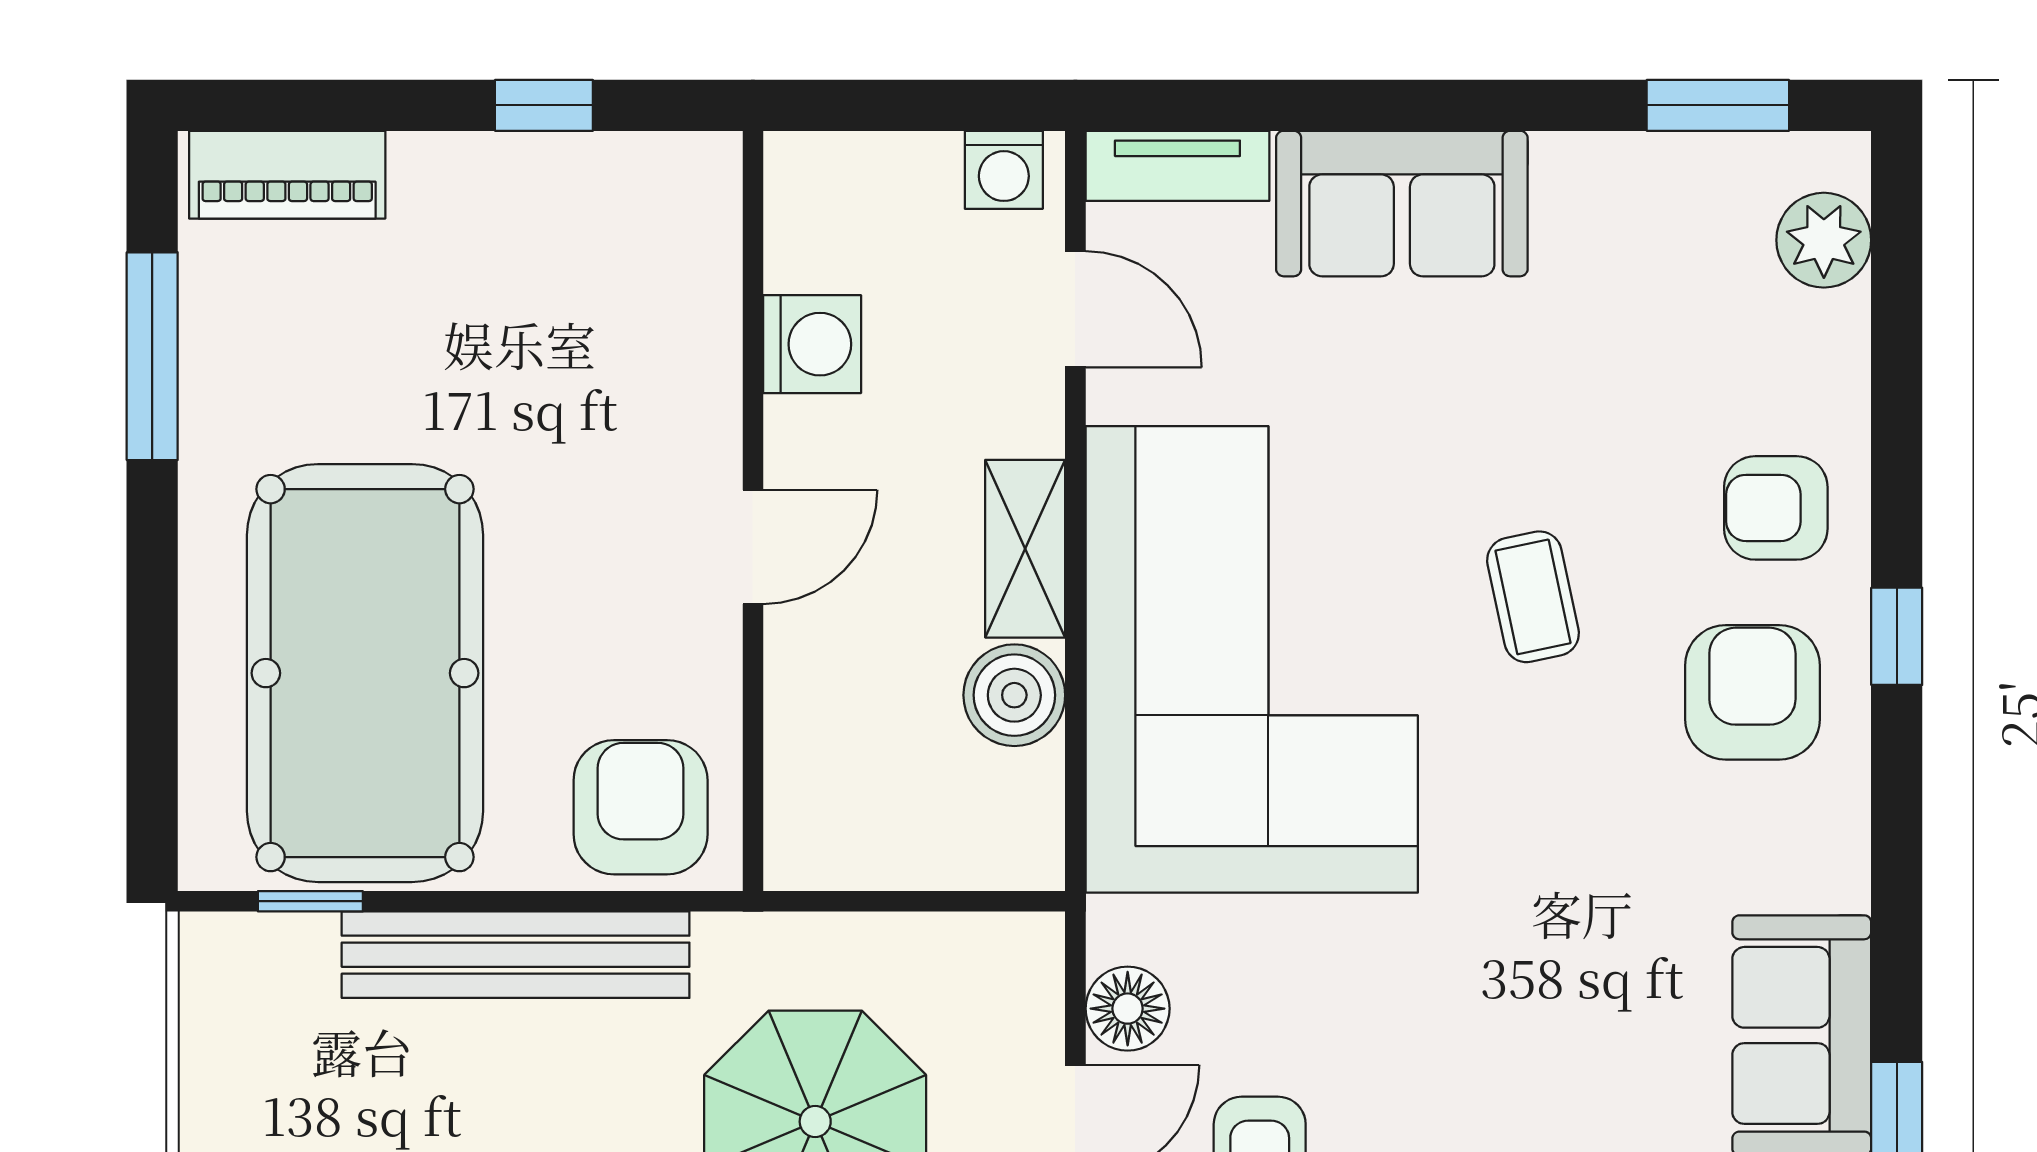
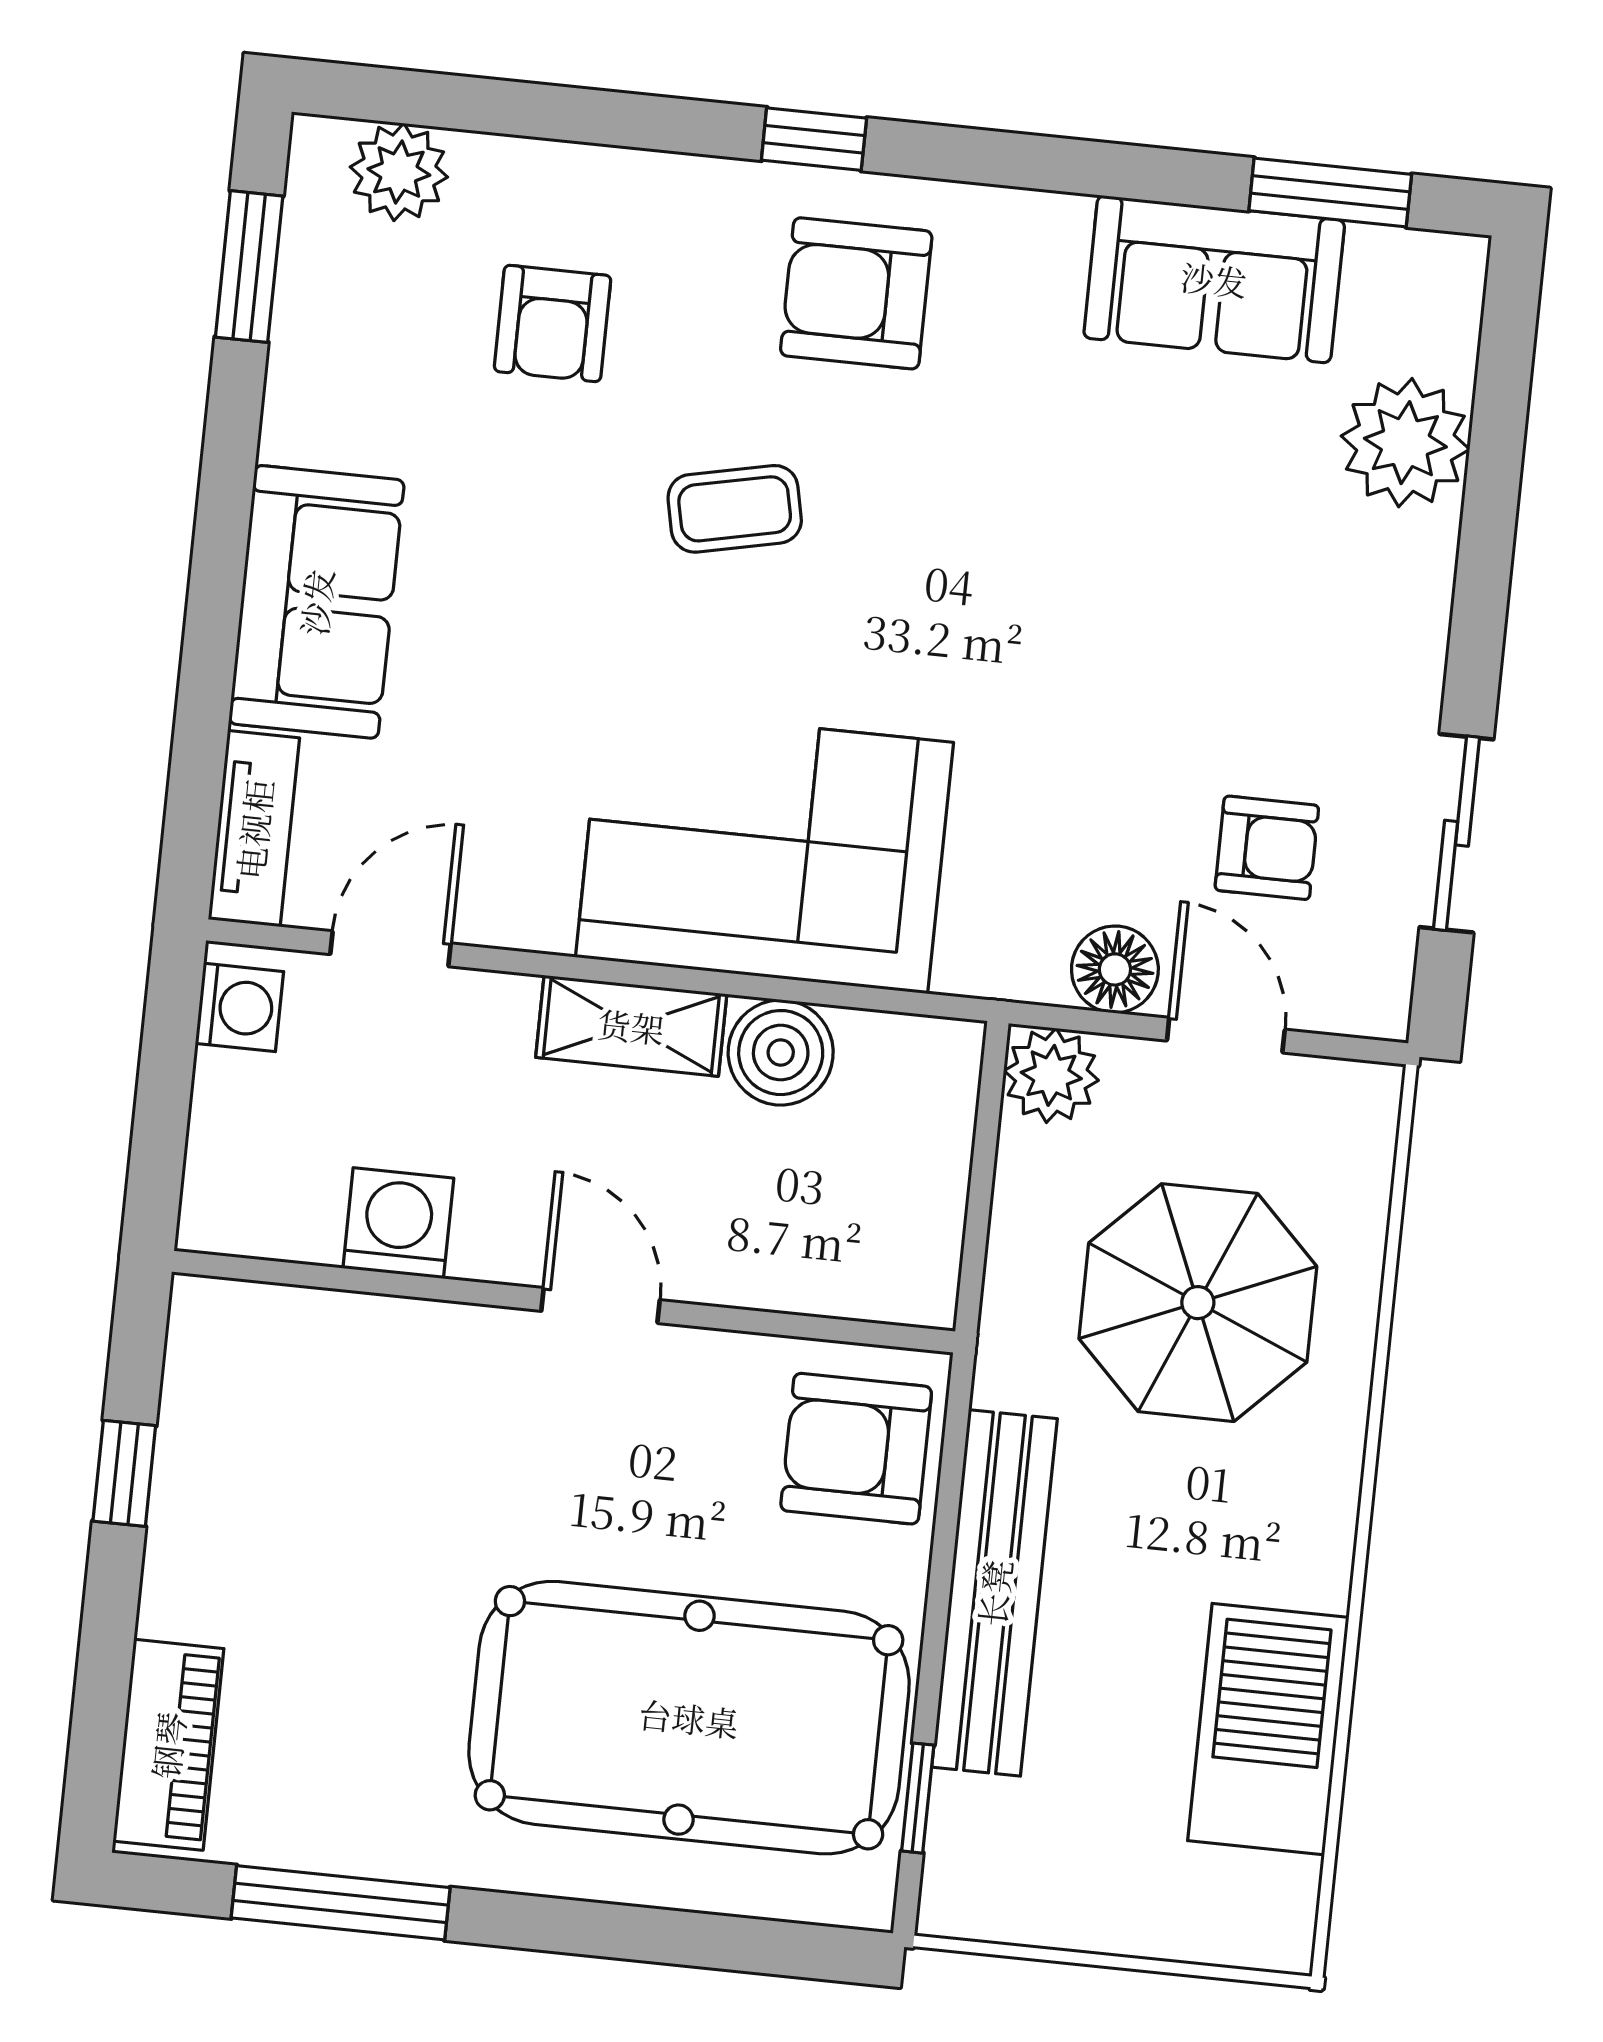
armchair: (1776, 508) -> (553, 323), moved
corner sofa: (1252, 659) -> (764, 850), width x0.73, depth x0.74
plant: (1019, 958) -> (1051, 1075), added

